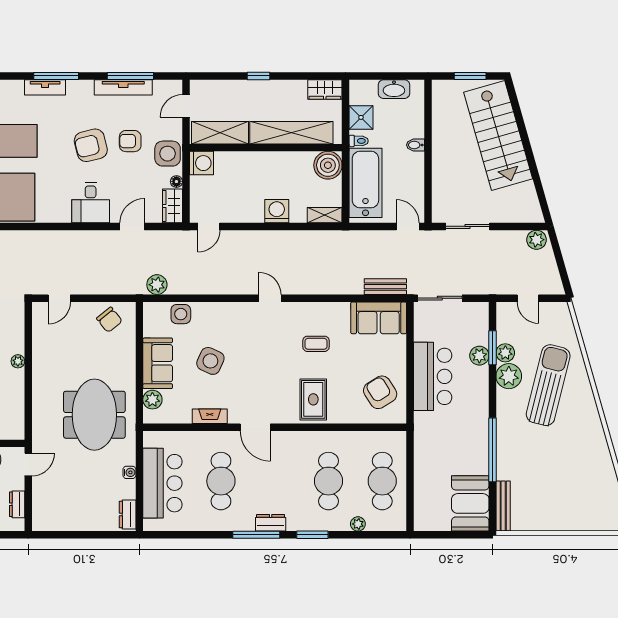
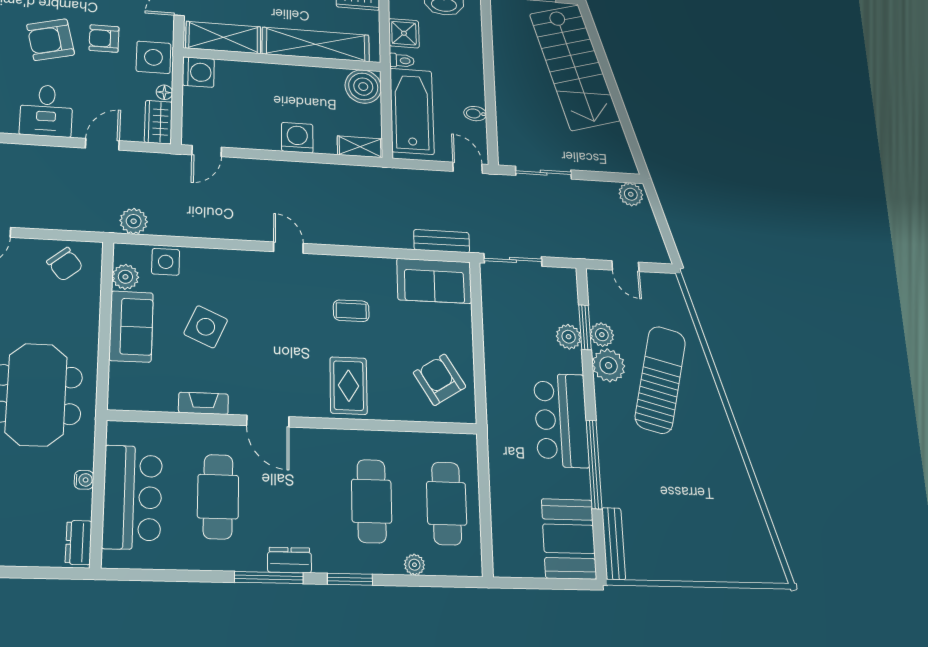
bidet: (415, 145) -> (475, 114), moved
bar counter: (433, 376) -> (561, 420), moved, turned 180
plant: (152, 400) -> (125, 277), moved

